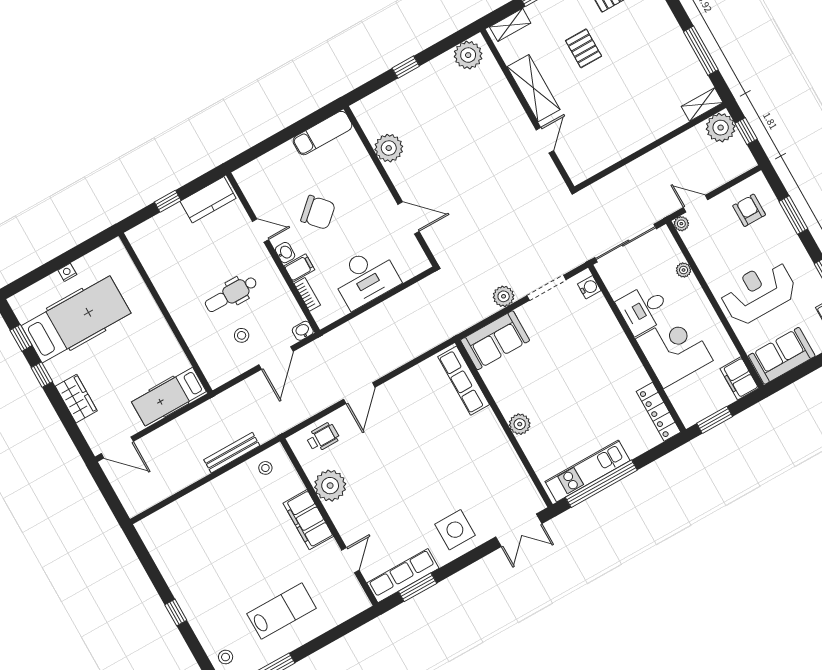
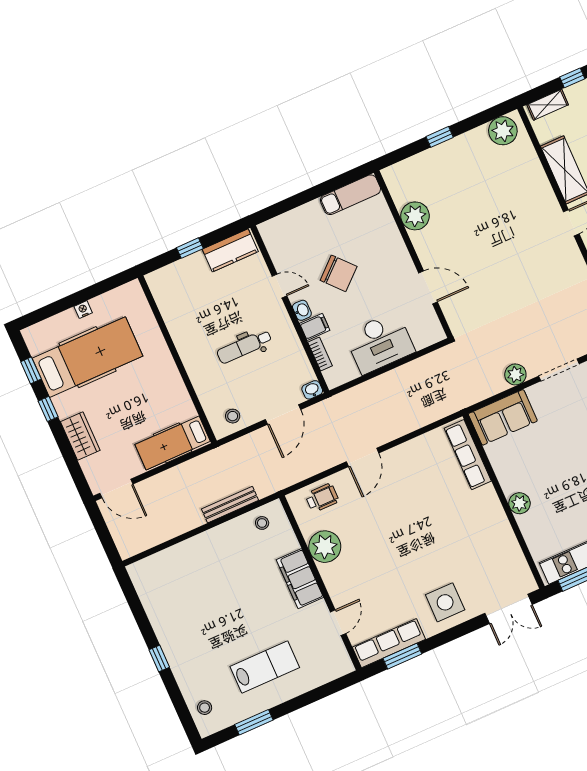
stool: (242, 335) -> (233, 416), moved

